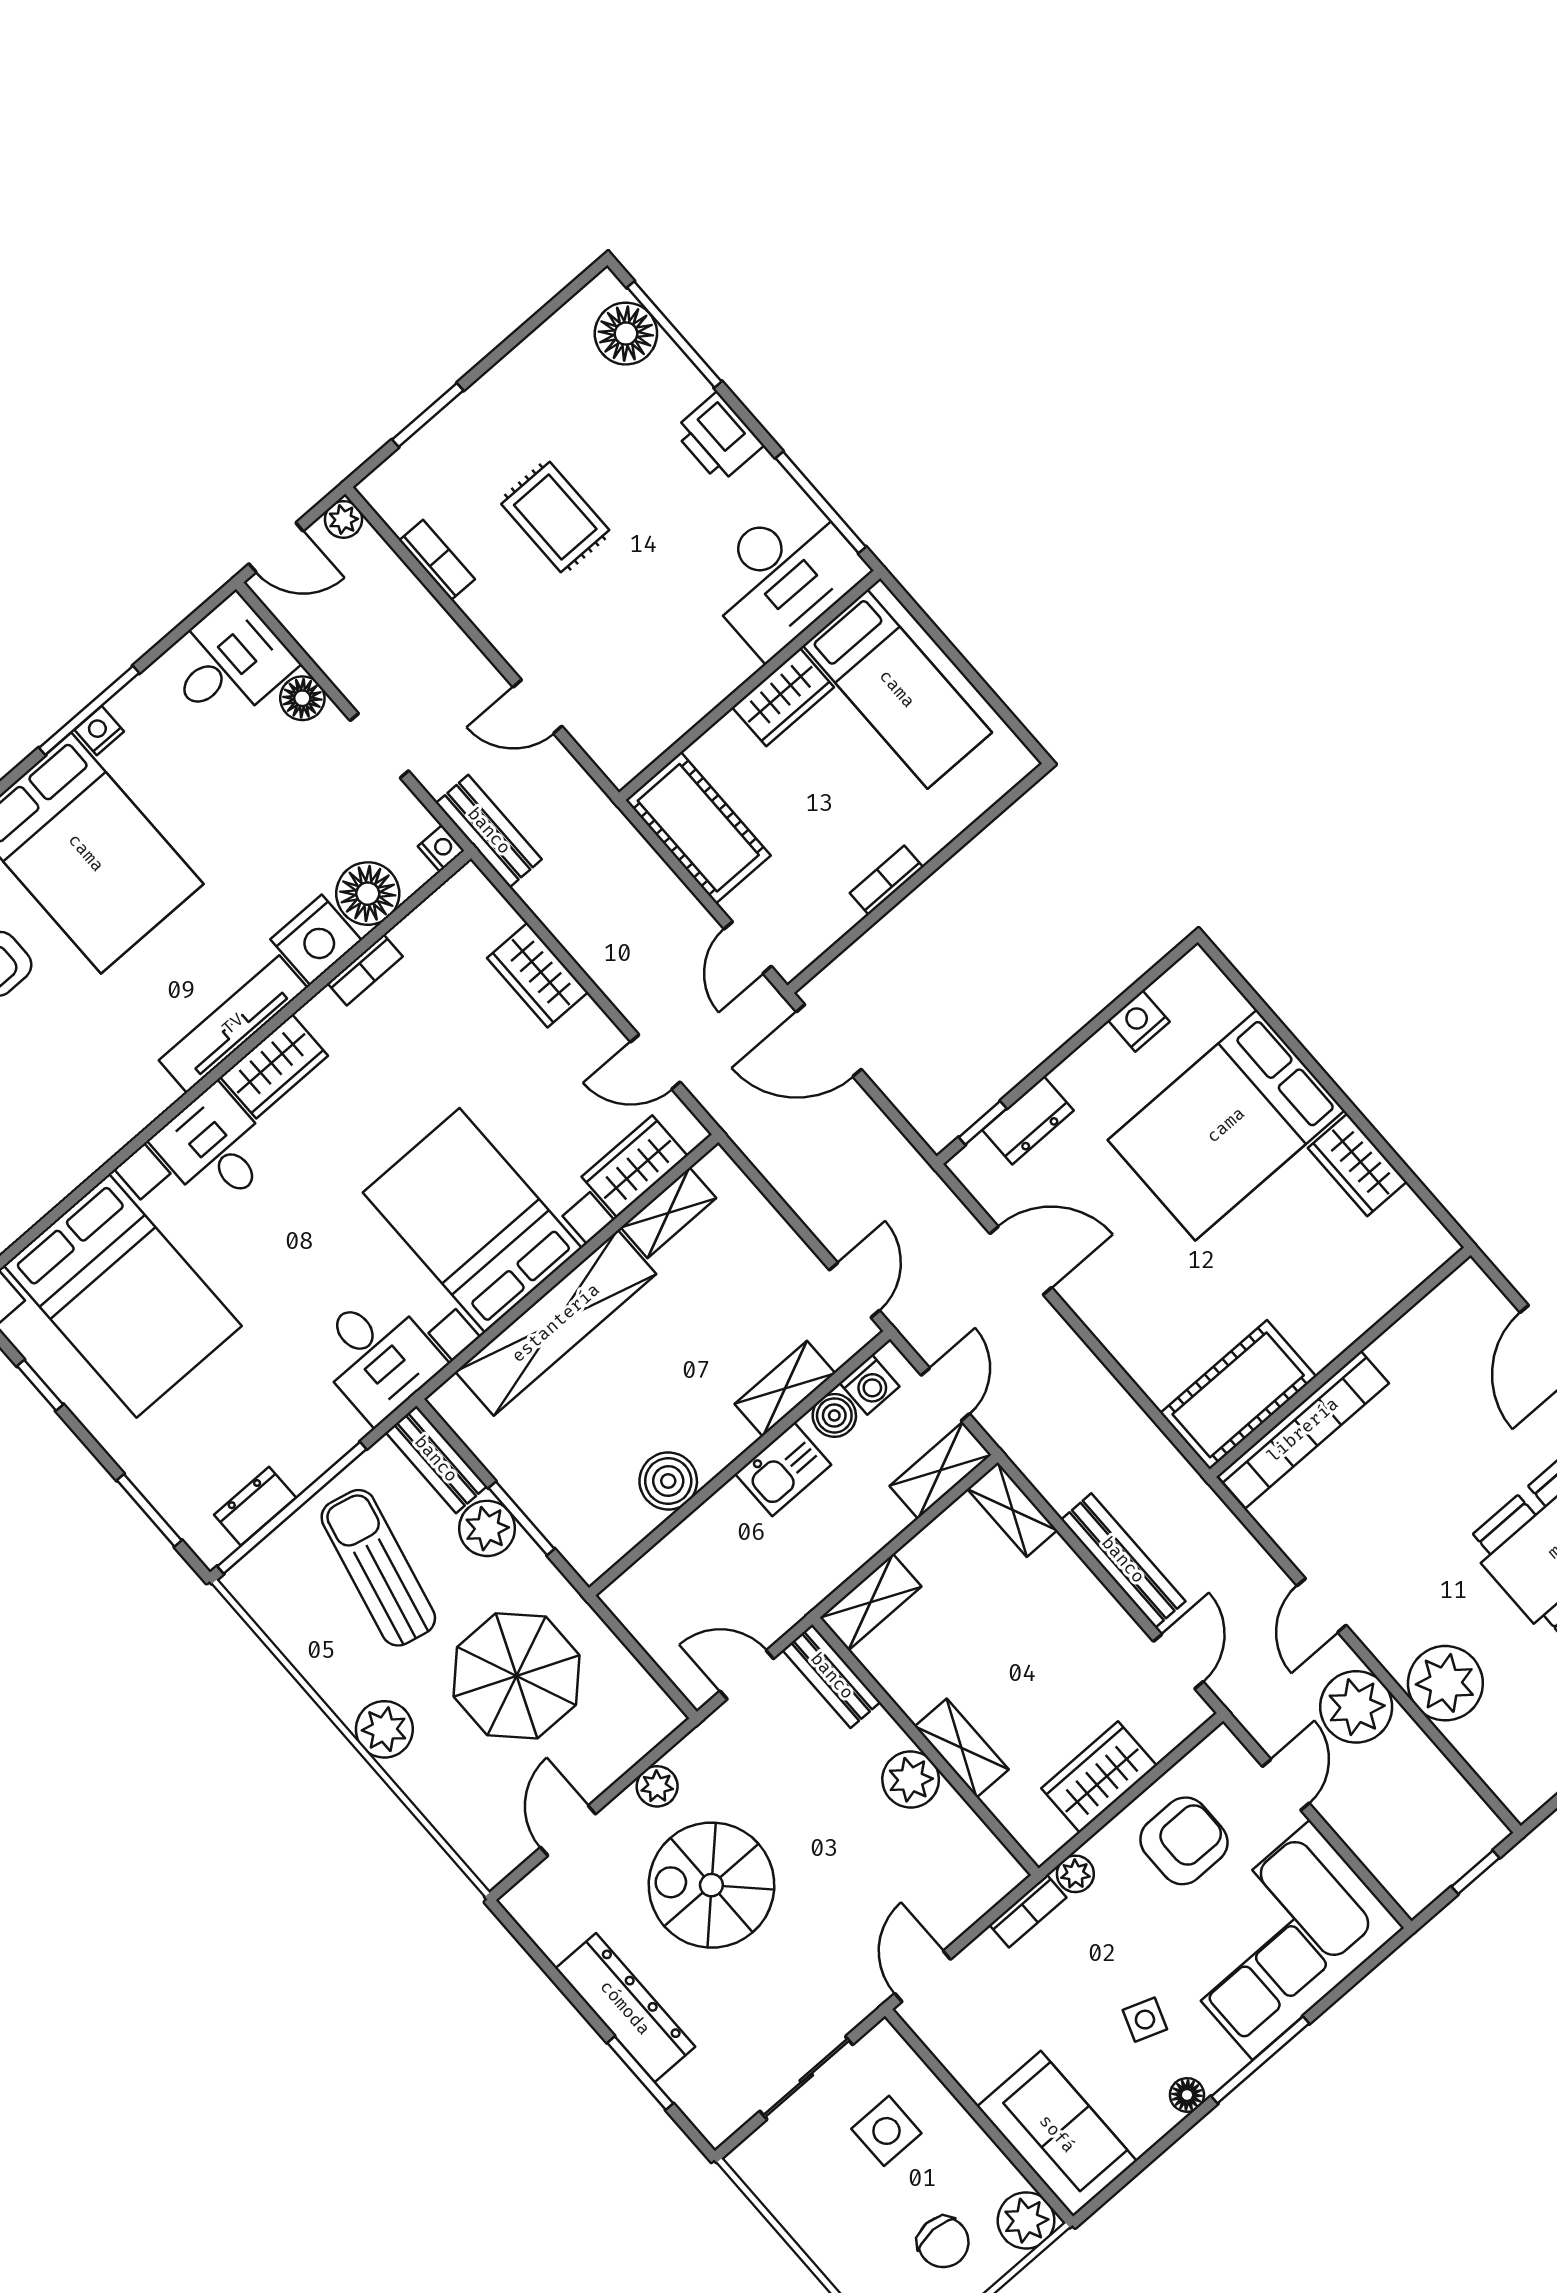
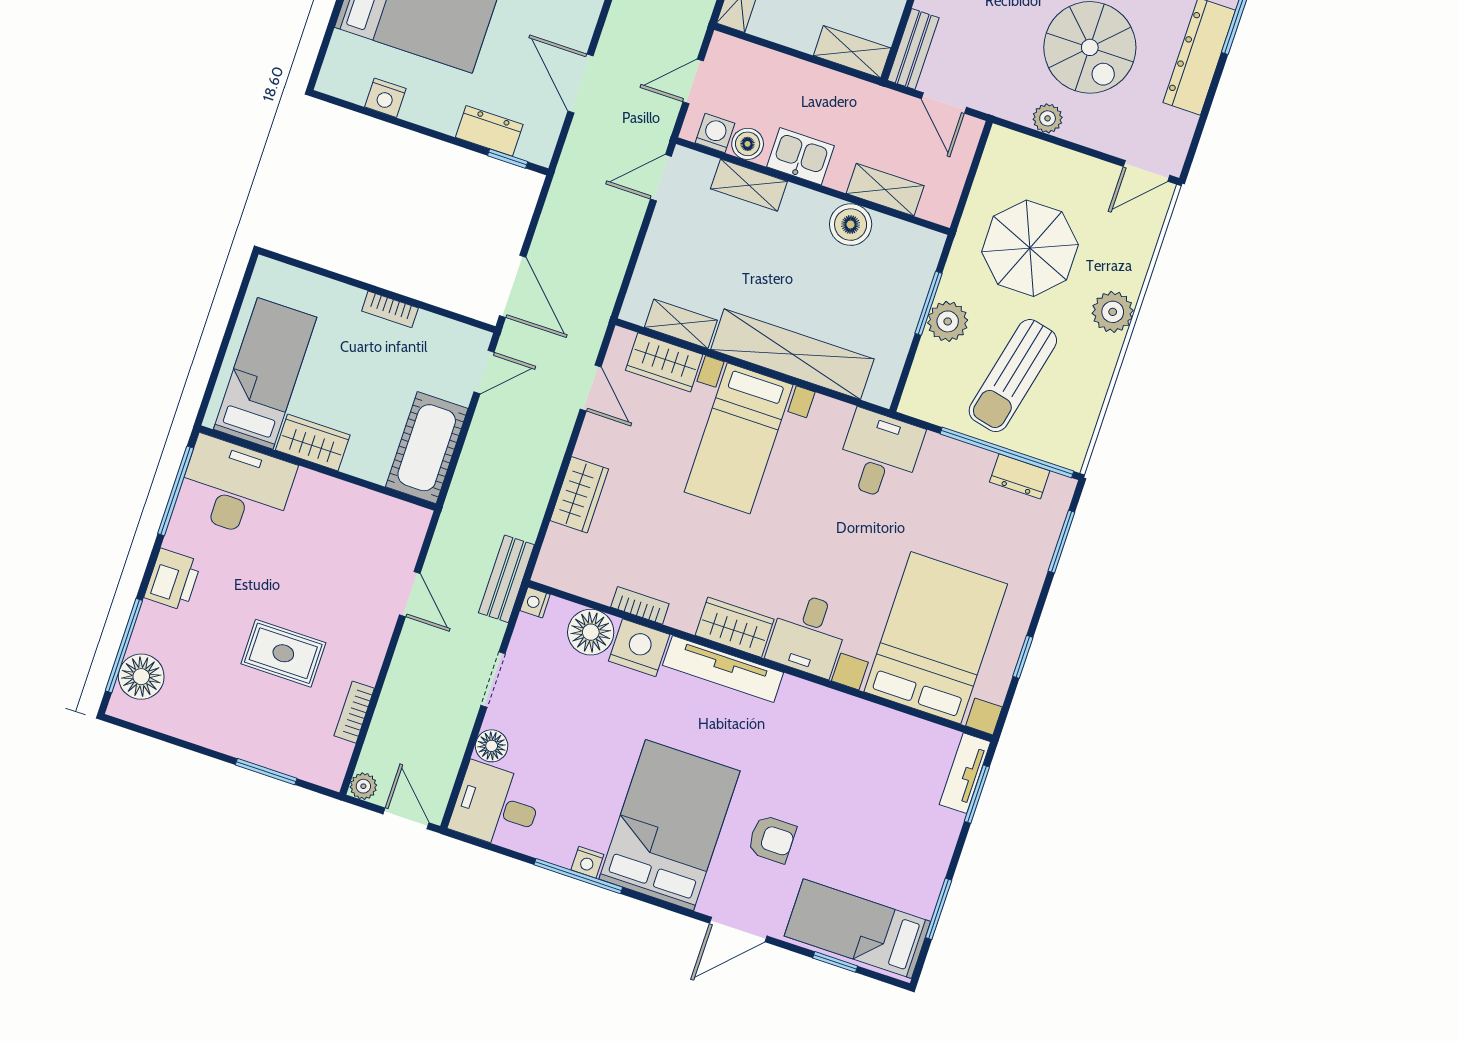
rug: (555, 517) -> (283, 653), turned 90
bed with nightstands: (472, 1220) -> (739, 438), width x0.73
bench: (436, 1459) -> (923, 379), removed
shelving: (940, 1470) -> (885, 190), moved
door: (568, 1831) -> (1147, 171), moved

